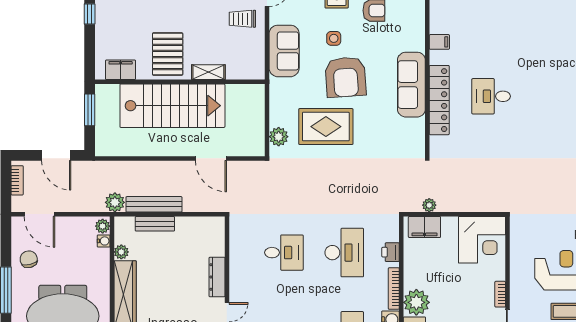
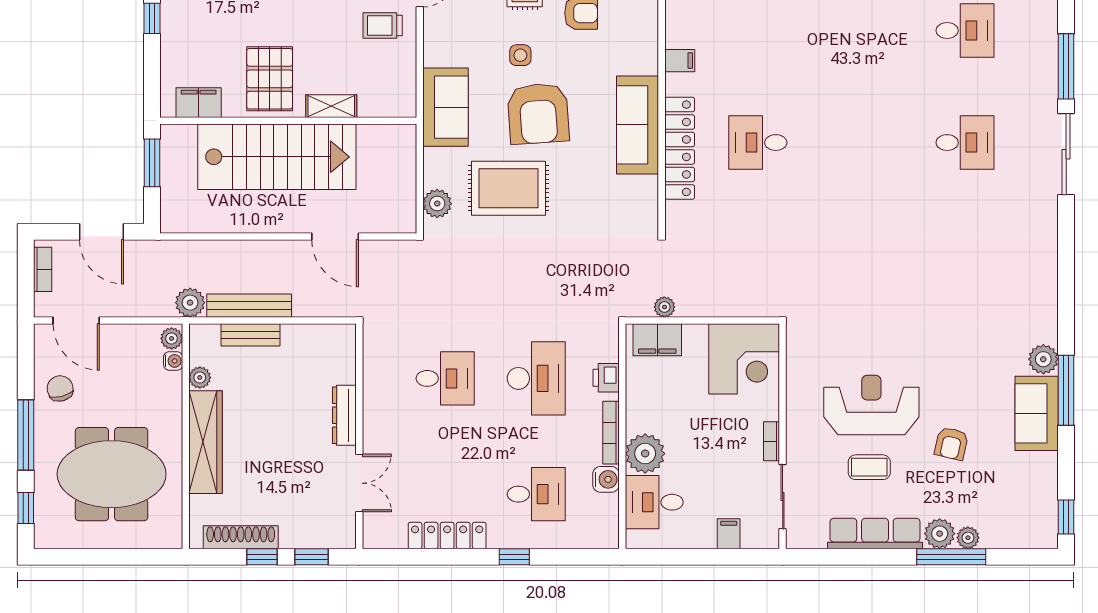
sofa: (284, 51) -> (445, 107), moved

